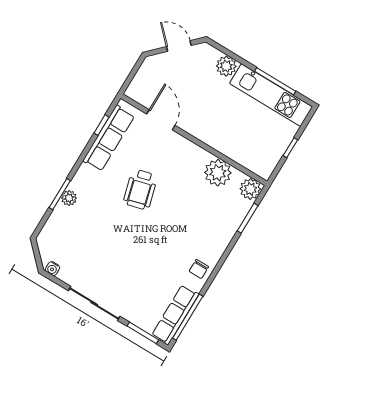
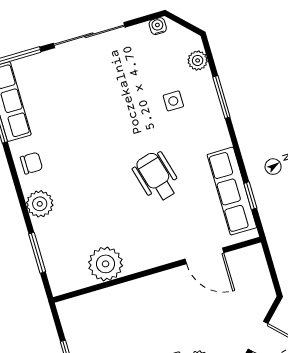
plant: (250, 189) -> (40, 204), moved
plant: (69, 198) -> (198, 60), moved
side table: (88, 220) -> (173, 101), added
chair: (199, 269) -> (31, 163), turned 90

